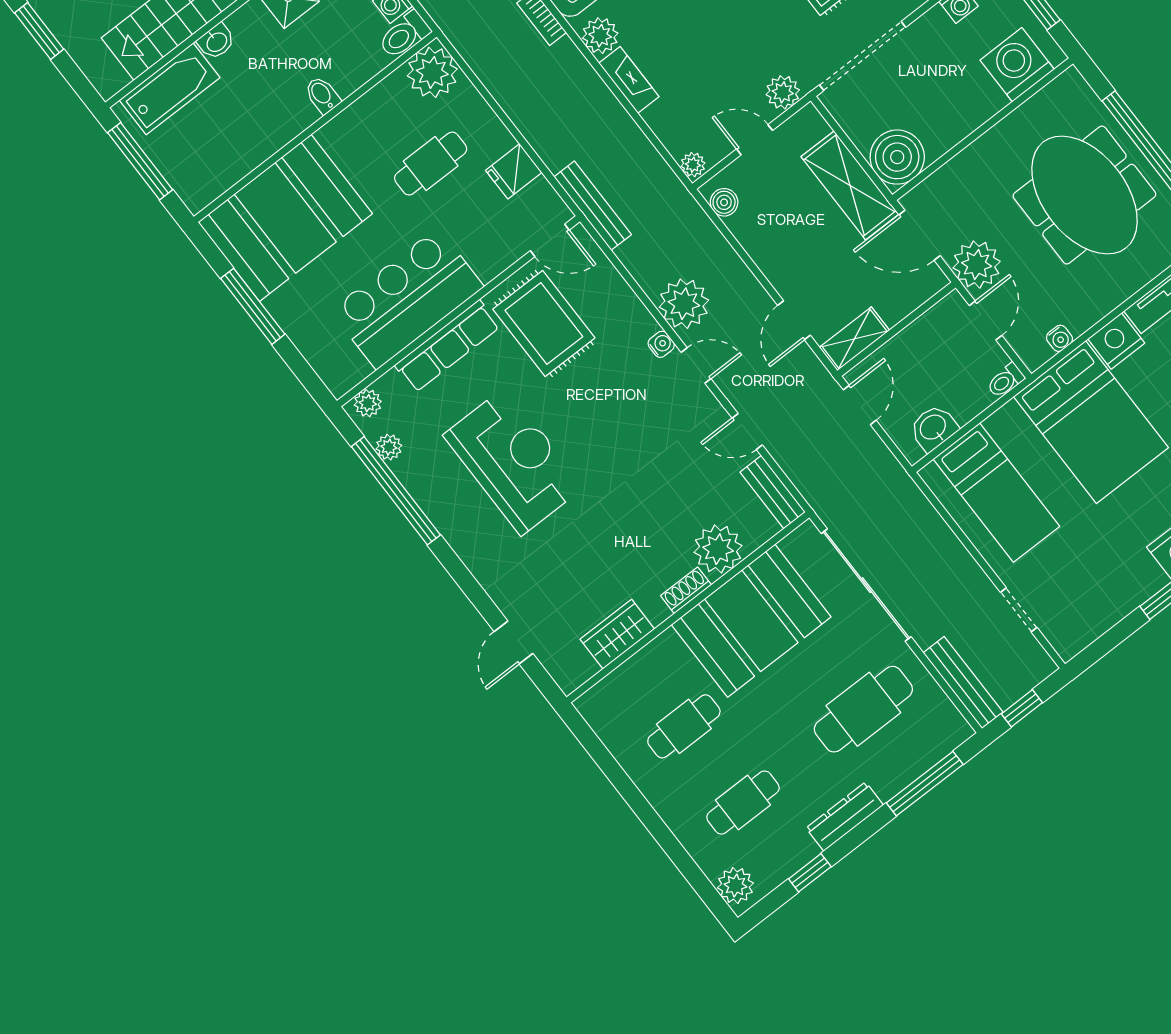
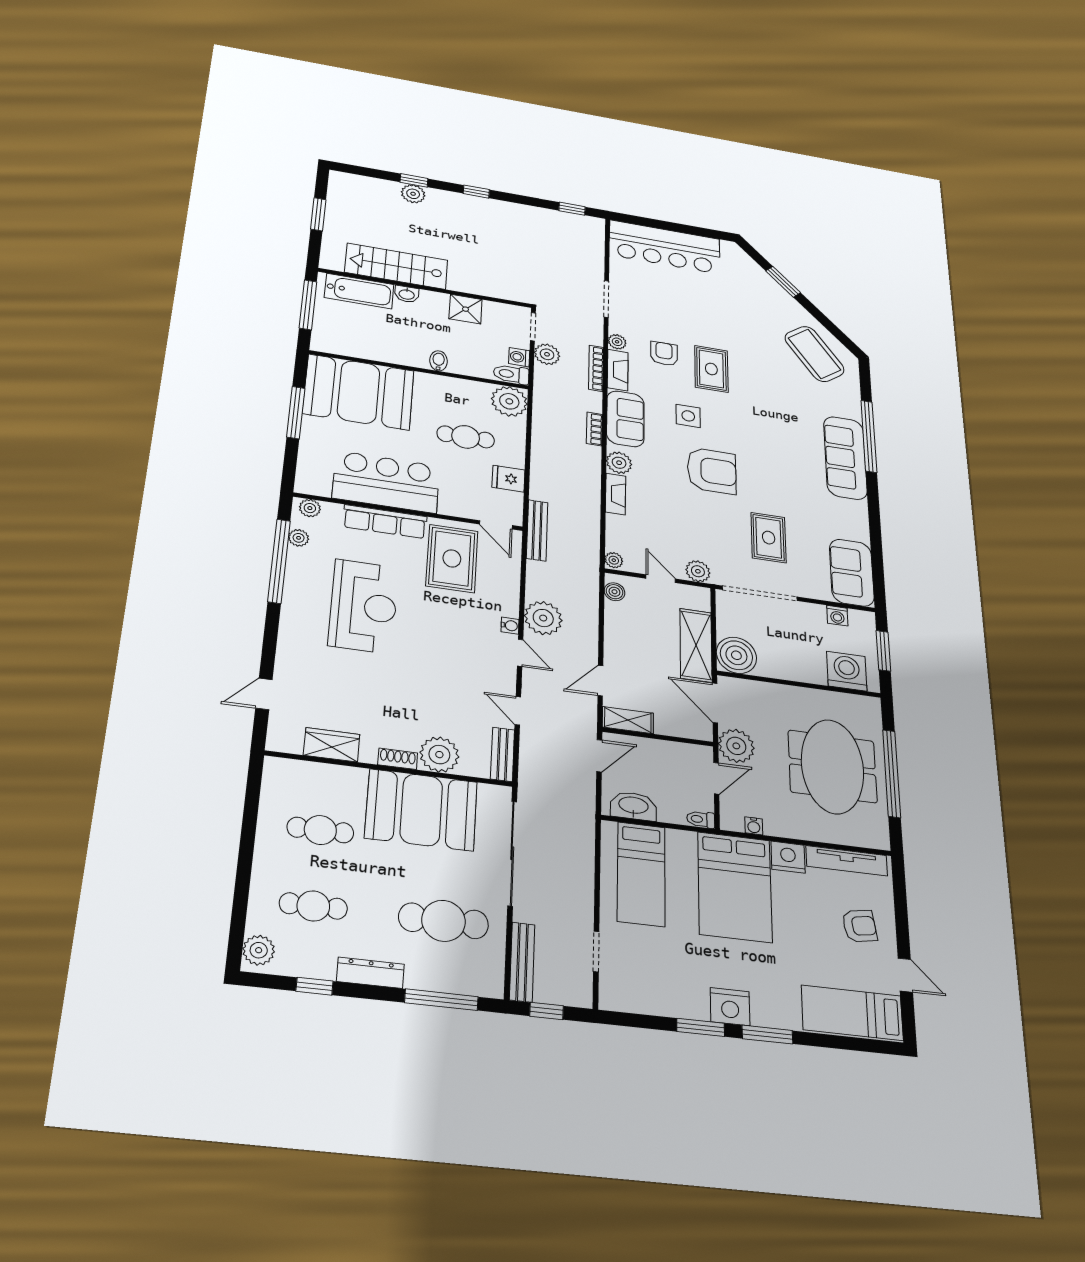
washbasin: (933, 428) -> (633, 806), width x1.38

